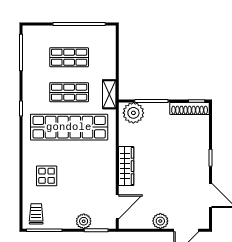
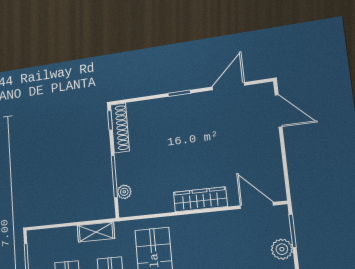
shelving: (109, 94) -> (96, 232), moved
plant: (133, 113) -> (124, 192), width x0.53, depth x0.53
plant: (160, 221) -> (270, 146), removed

